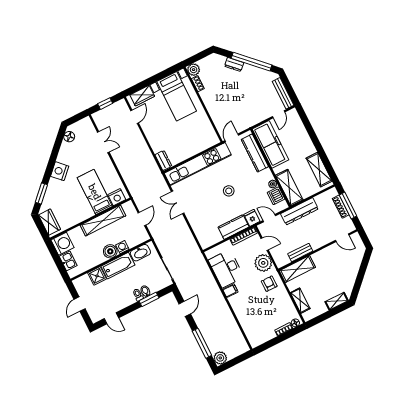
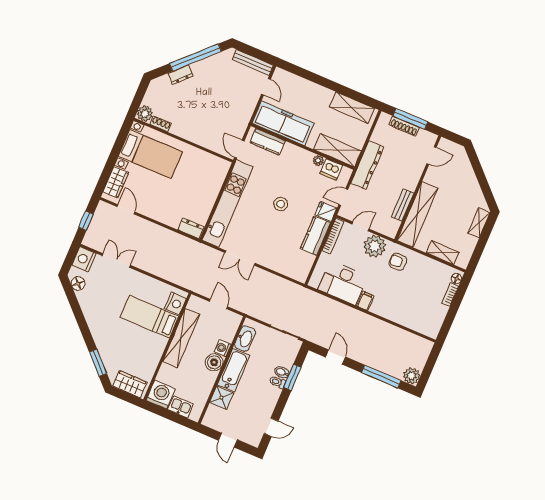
kitchen counter: (255, 153) -> (268, 142), width x0.67
nightstand: (60, 171) -> (84, 259), moved, turned 45
shelving: (297, 269) -> (417, 214), width x1.47

